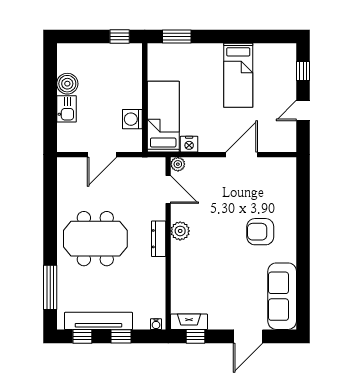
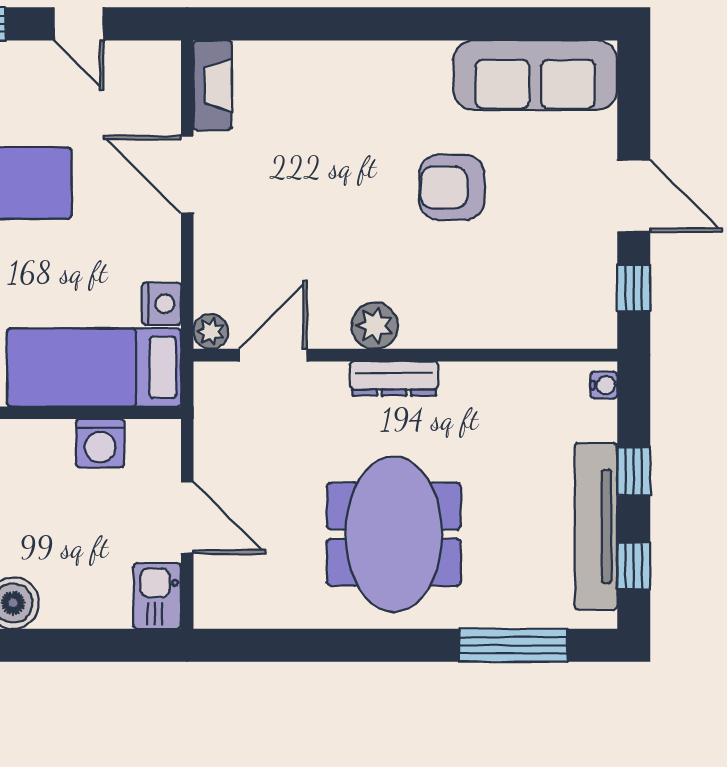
kitchen sink: (66, 109) -> (157, 596), moved, turned -90
armchair: (260, 232) -> (452, 187), moved, turned 90
fireplace: (189, 322) -> (213, 85), moved, turned 180
door: (248, 336) -> (634, 196), moved

